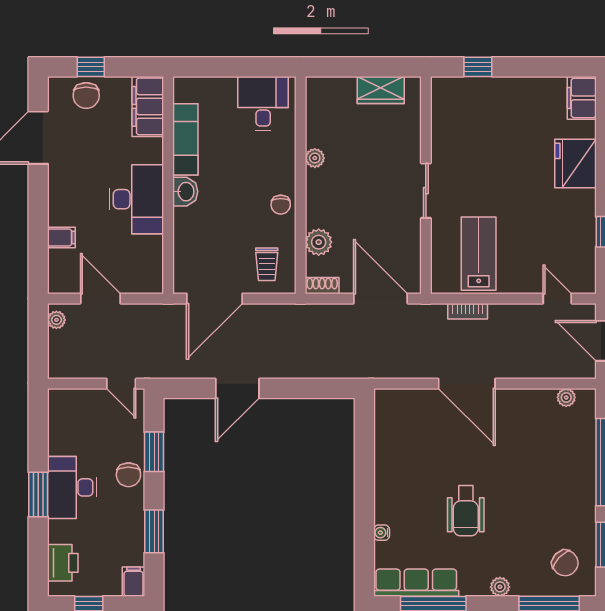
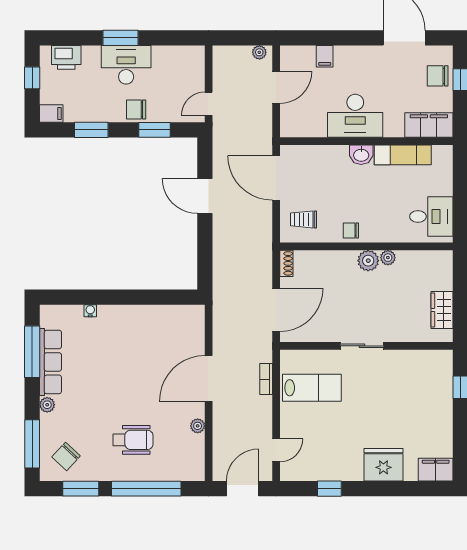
plant: (319, 242) -> (368, 261), moved
plant: (566, 397) -> (198, 426), moved
wheelchair: (466, 511) -> (133, 440), moved, turned 180
row of seats: (416, 583) -> (50, 362), moved

